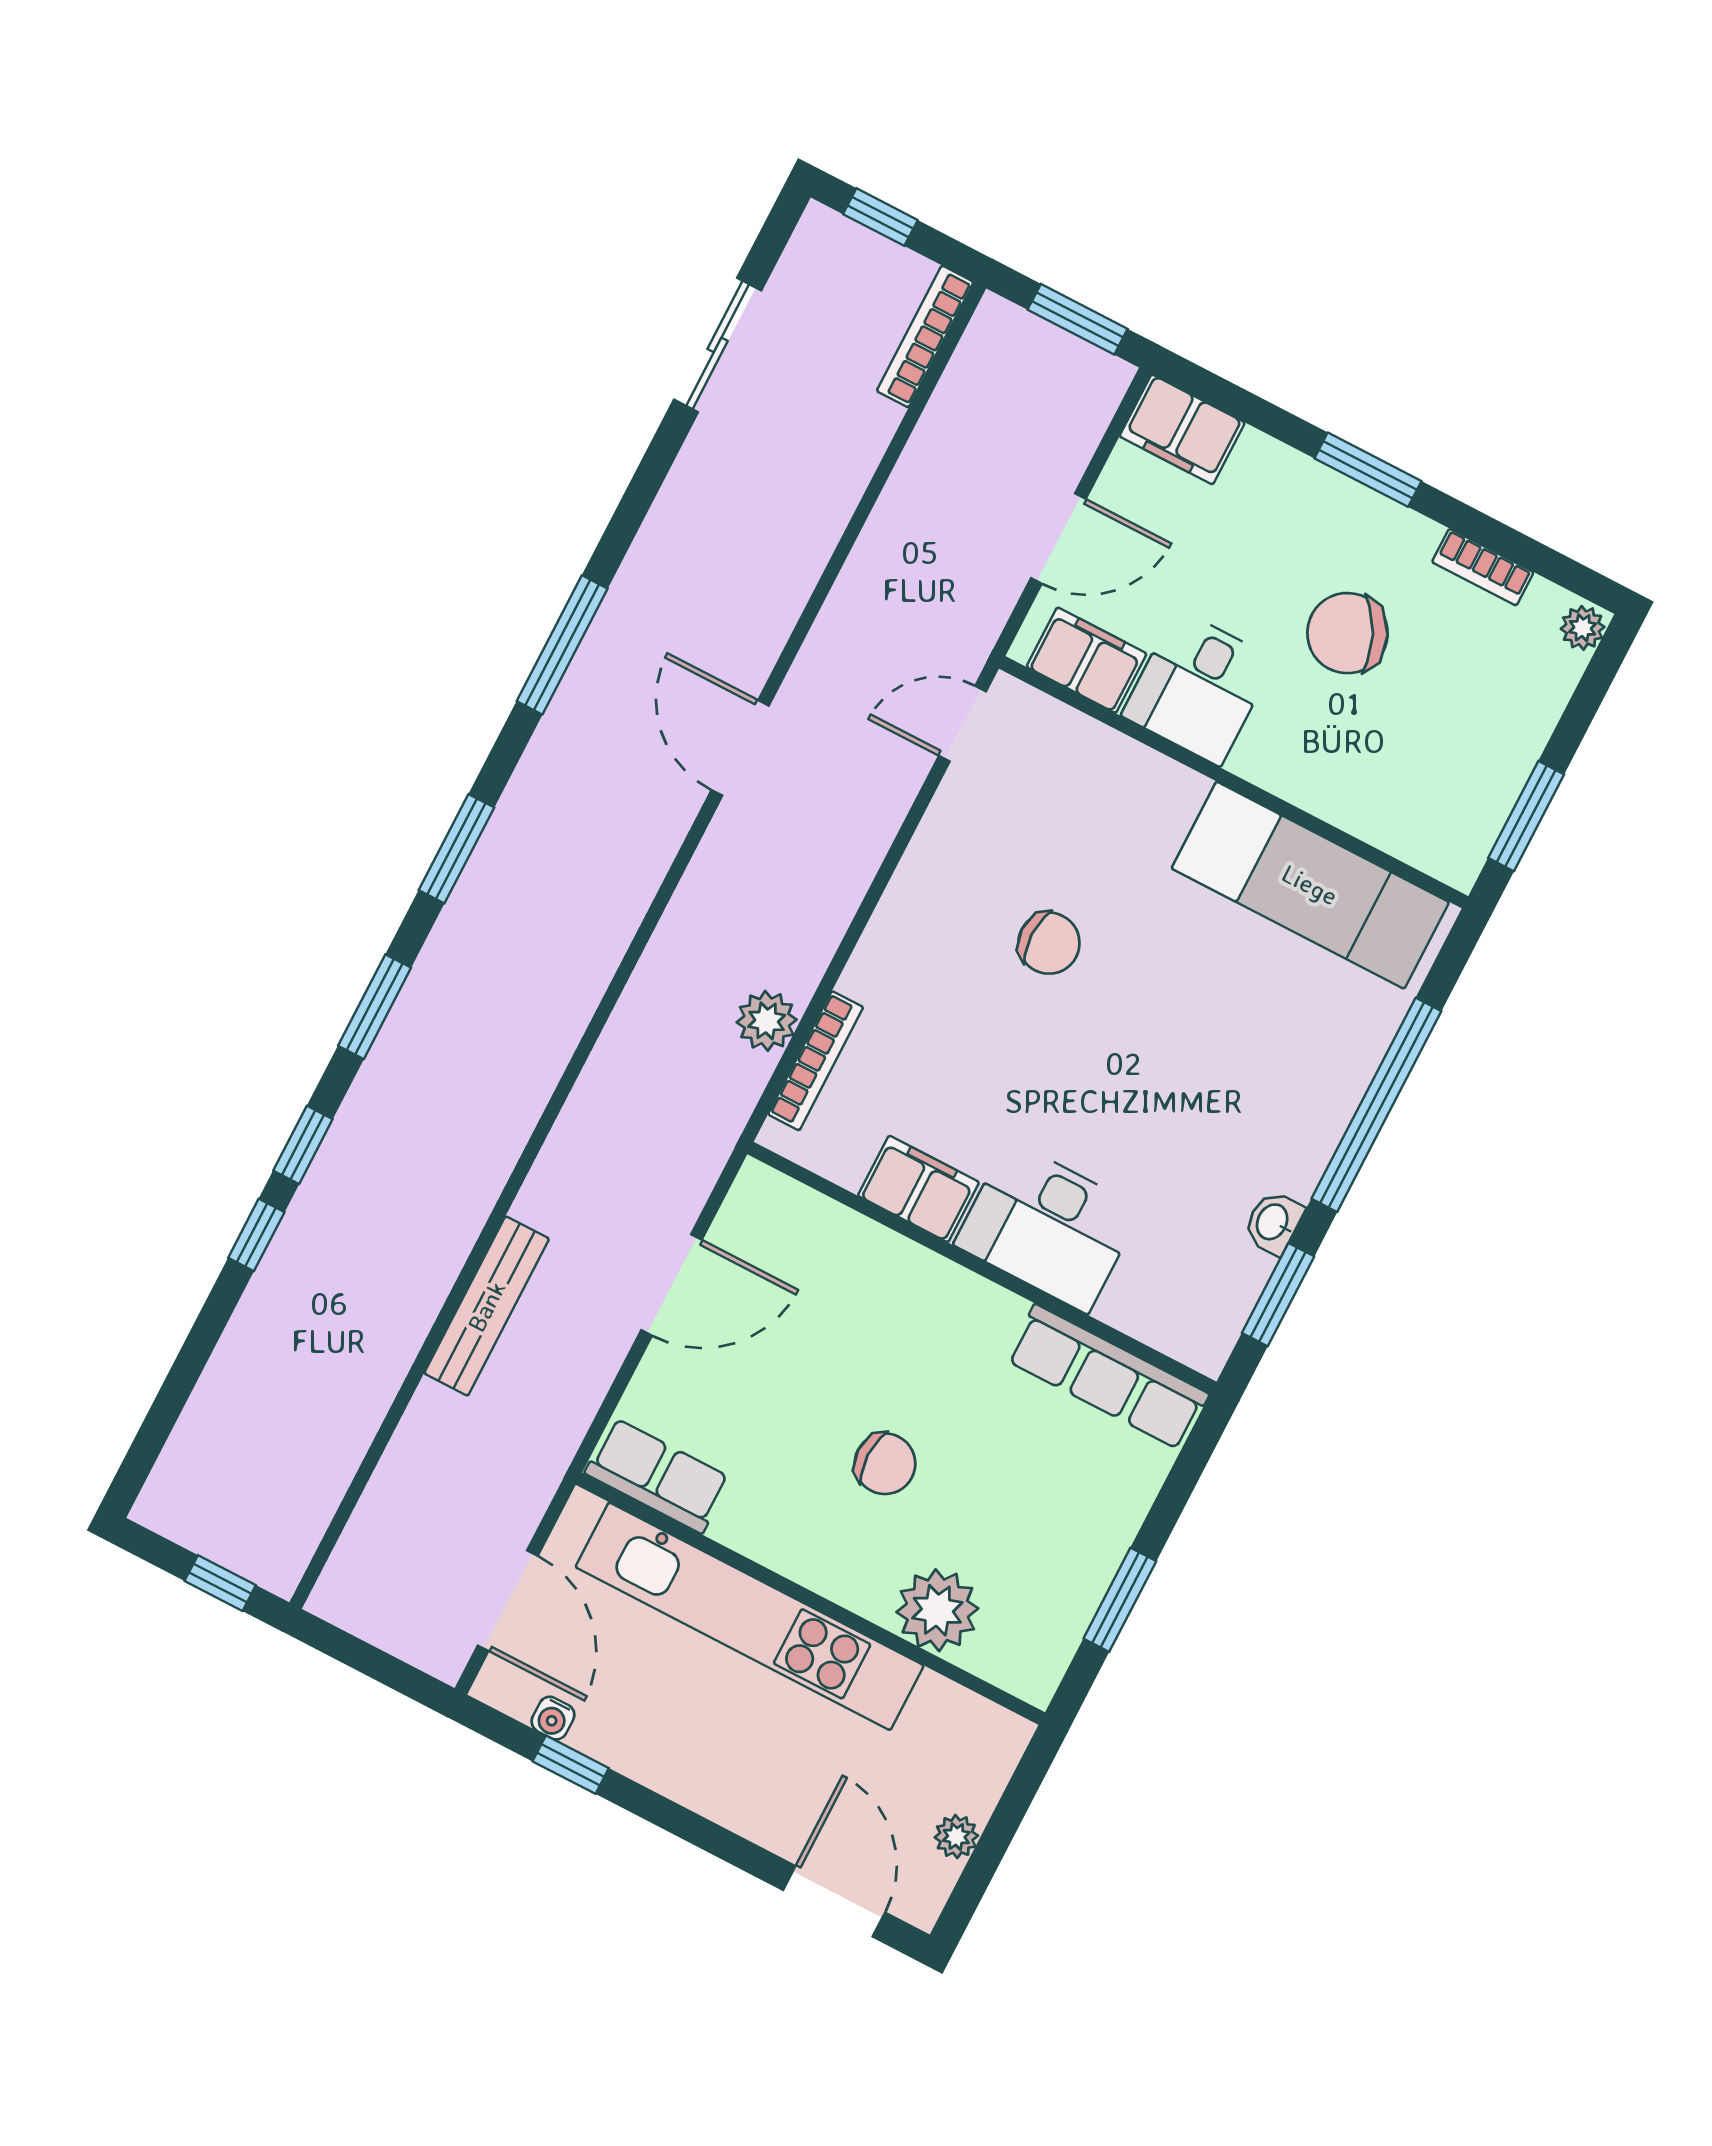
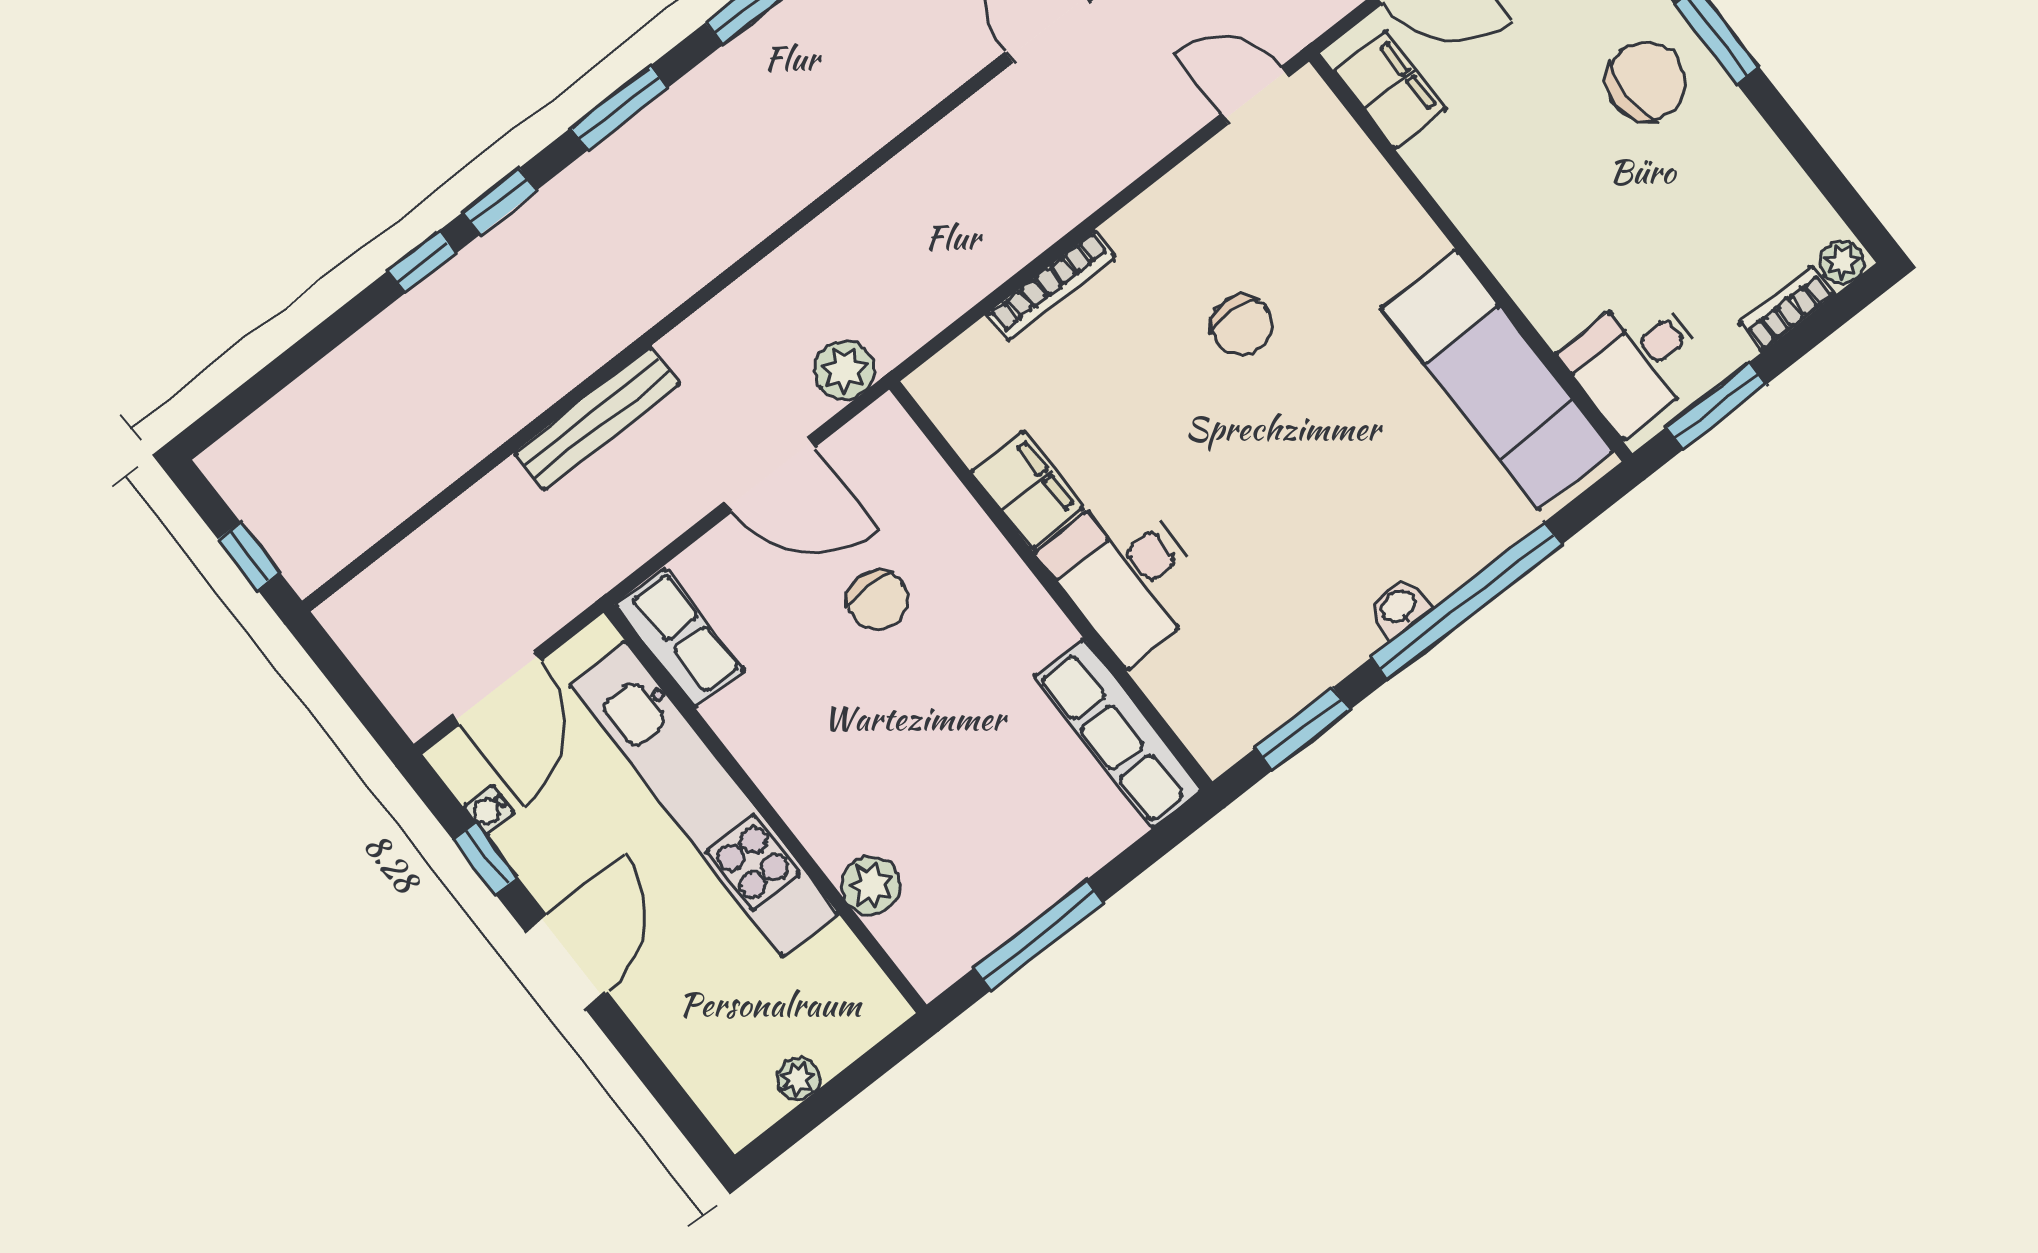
bookcase: (1483, 567) -> (1787, 309), moved, turned 90
chair: (1347, 633) -> (1646, 81), moved, turned 115
desk: (1198, 687) -> (1636, 361), moved
plant: (767, 1021) -> (845, 370), moved
bookcase: (816, 1061) -> (1051, 285), moved
washbasin: (1273, 1222) -> (1399, 607), moved
chair: (885, 1464) -> (878, 600), moved
window: (1120, 1600) -> (1039, 935), width x1.44
plant: (937, 1610) -> (871, 885), width x0.73, depth x0.73
door: (834, 1901) -> (566, 962), moved

